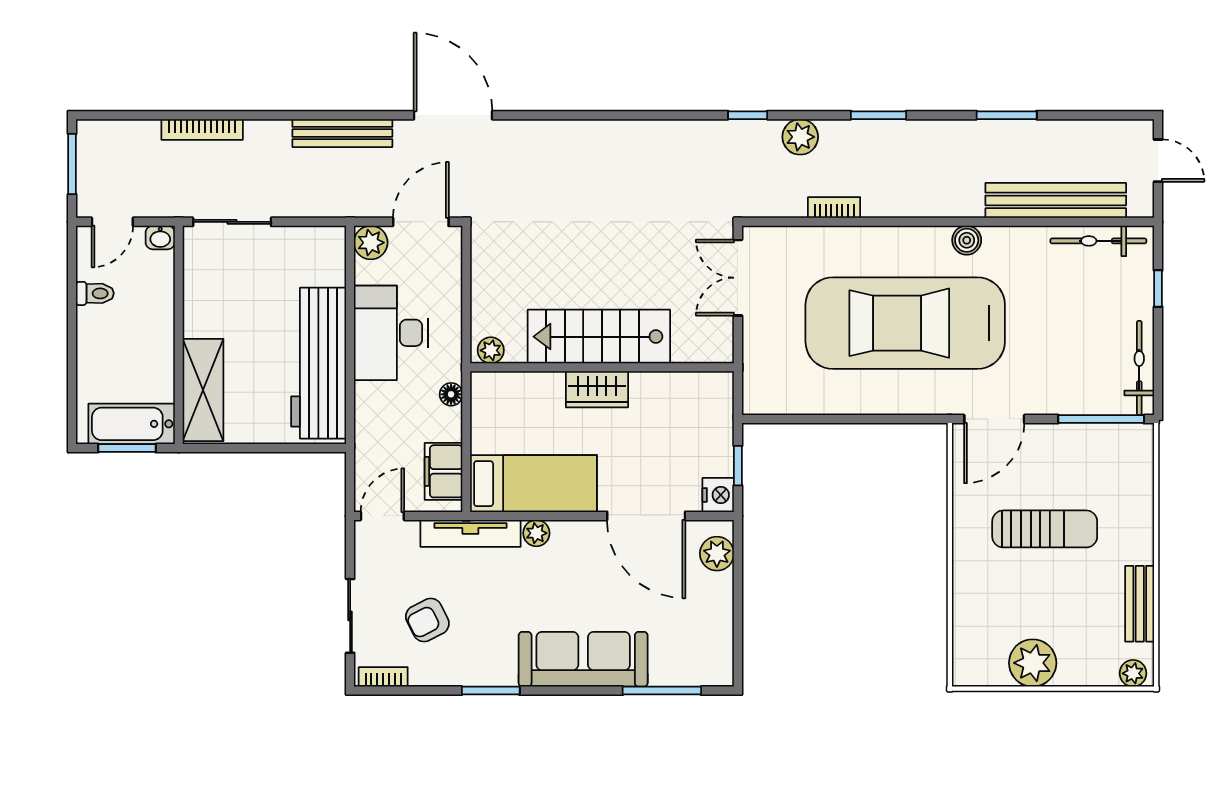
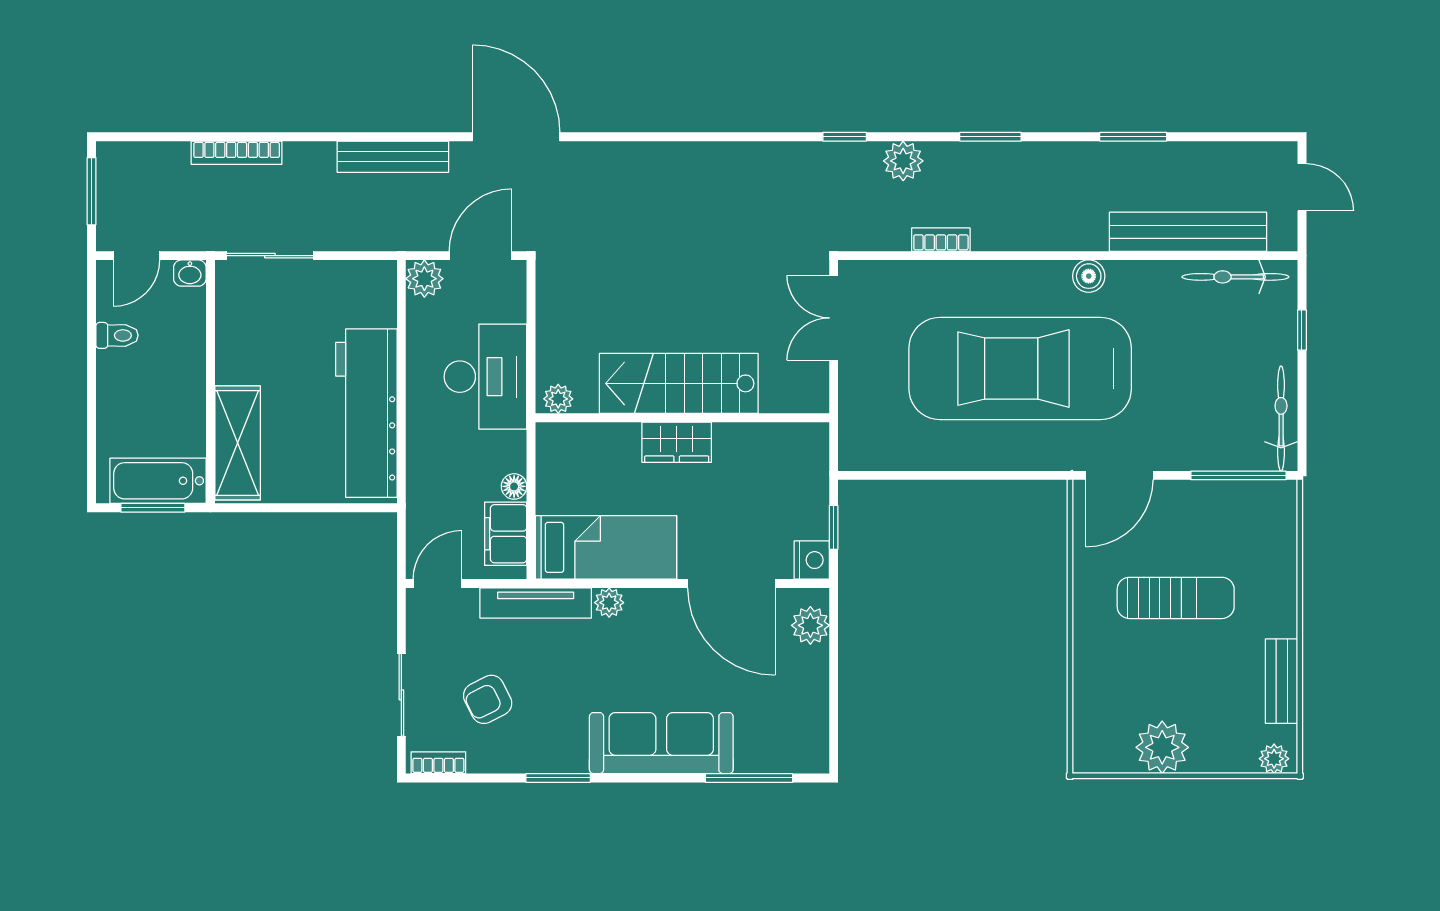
desk: (391, 333) -> (485, 377), moved, turned 180
floor lamp: (451, 394) -> (514, 486), moved

